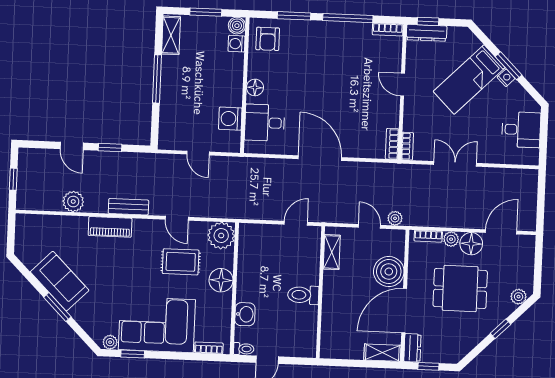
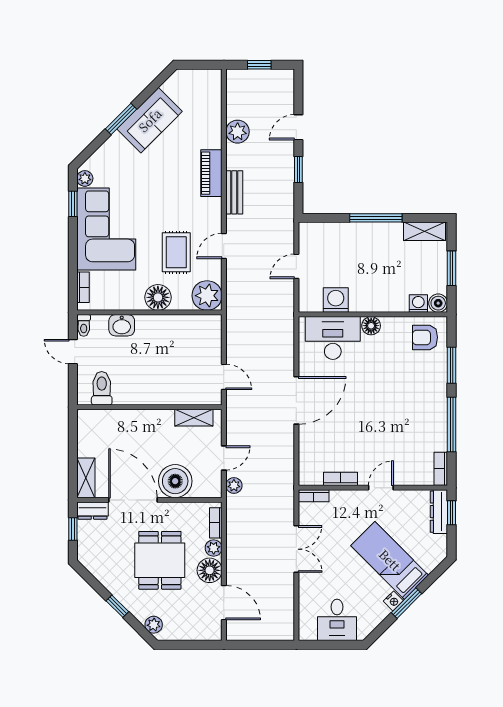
desk: (265, 123) -> (333, 338), width x1.37
bookcase: (392, 144) -> (341, 479), moved
toilet: (303, 295) -> (102, 388), moved

